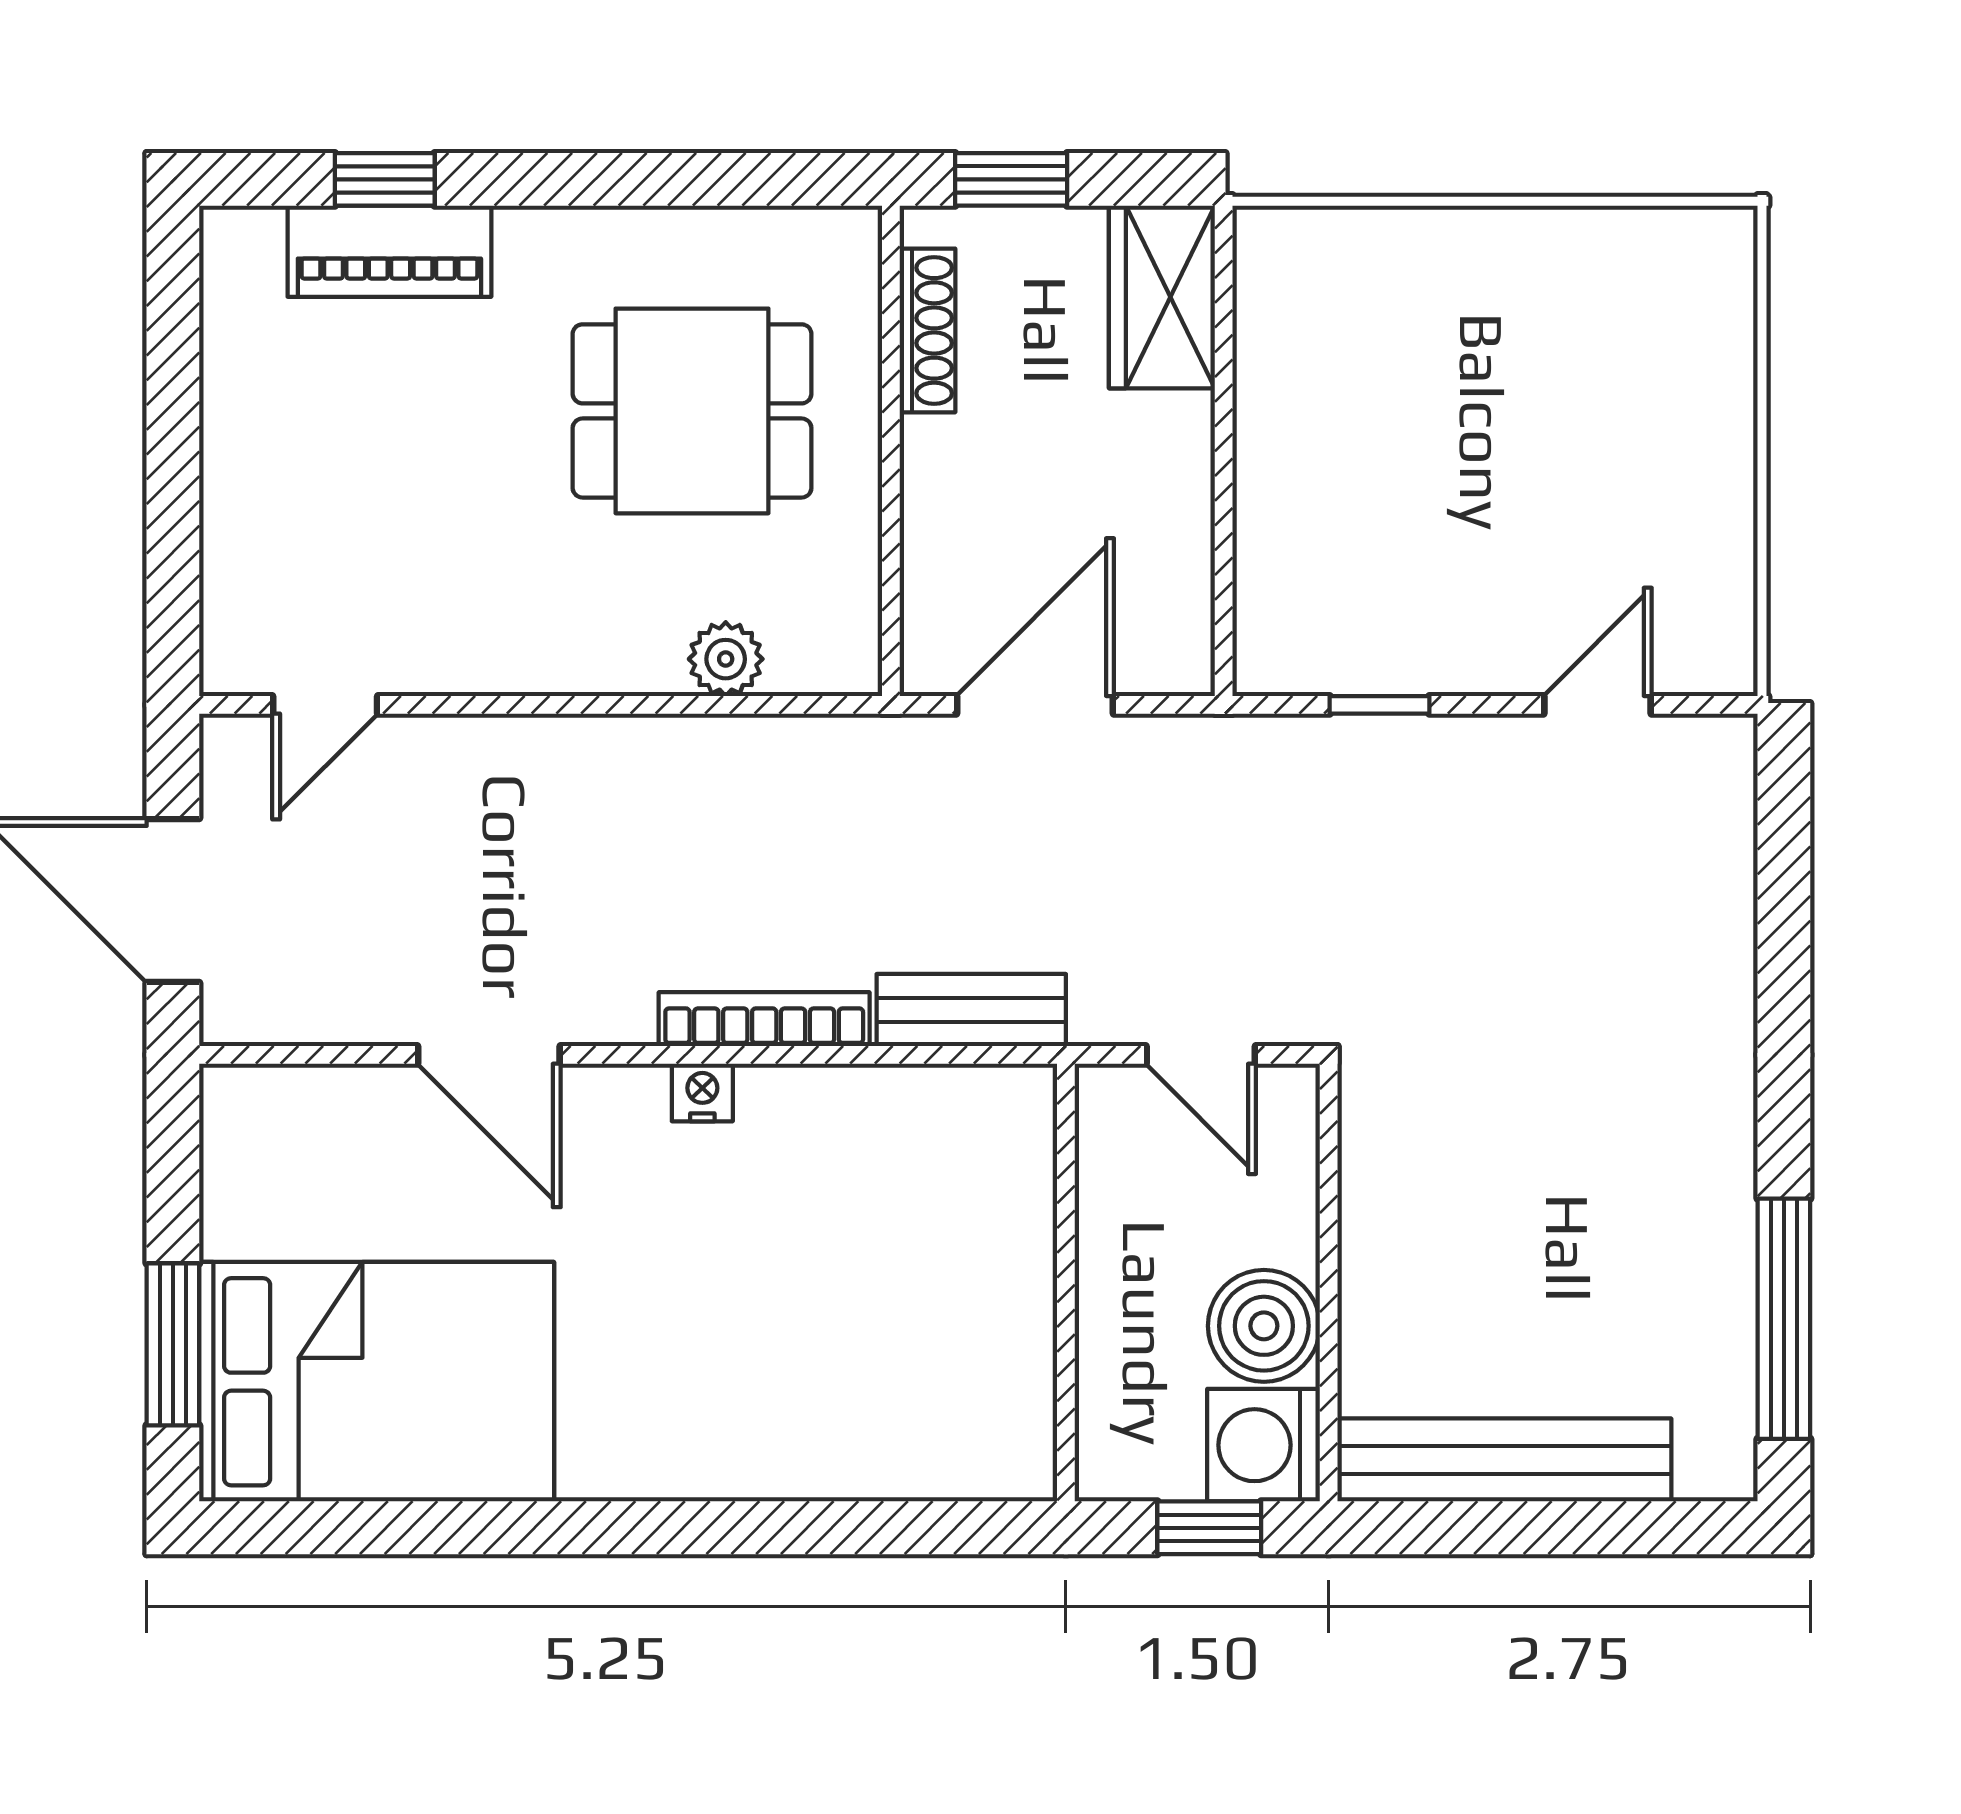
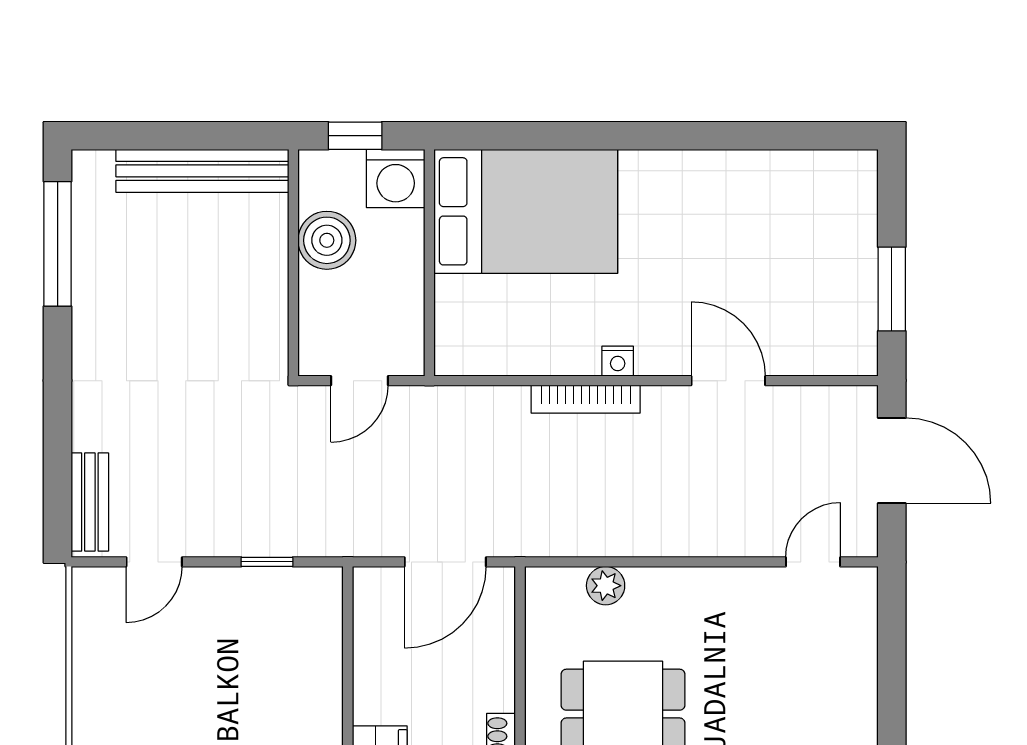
bench: (971, 1010) -> (90, 502), moved, turned 90
door: (1201, 1055) -> (360, 381), swing flipped
window: (173, 1344) -> (892, 289), moved
bed: (377, 1382) -> (526, 211), moved, turned 180
washing machine: (1264, 1445) -> (396, 179), moved, turned 90

